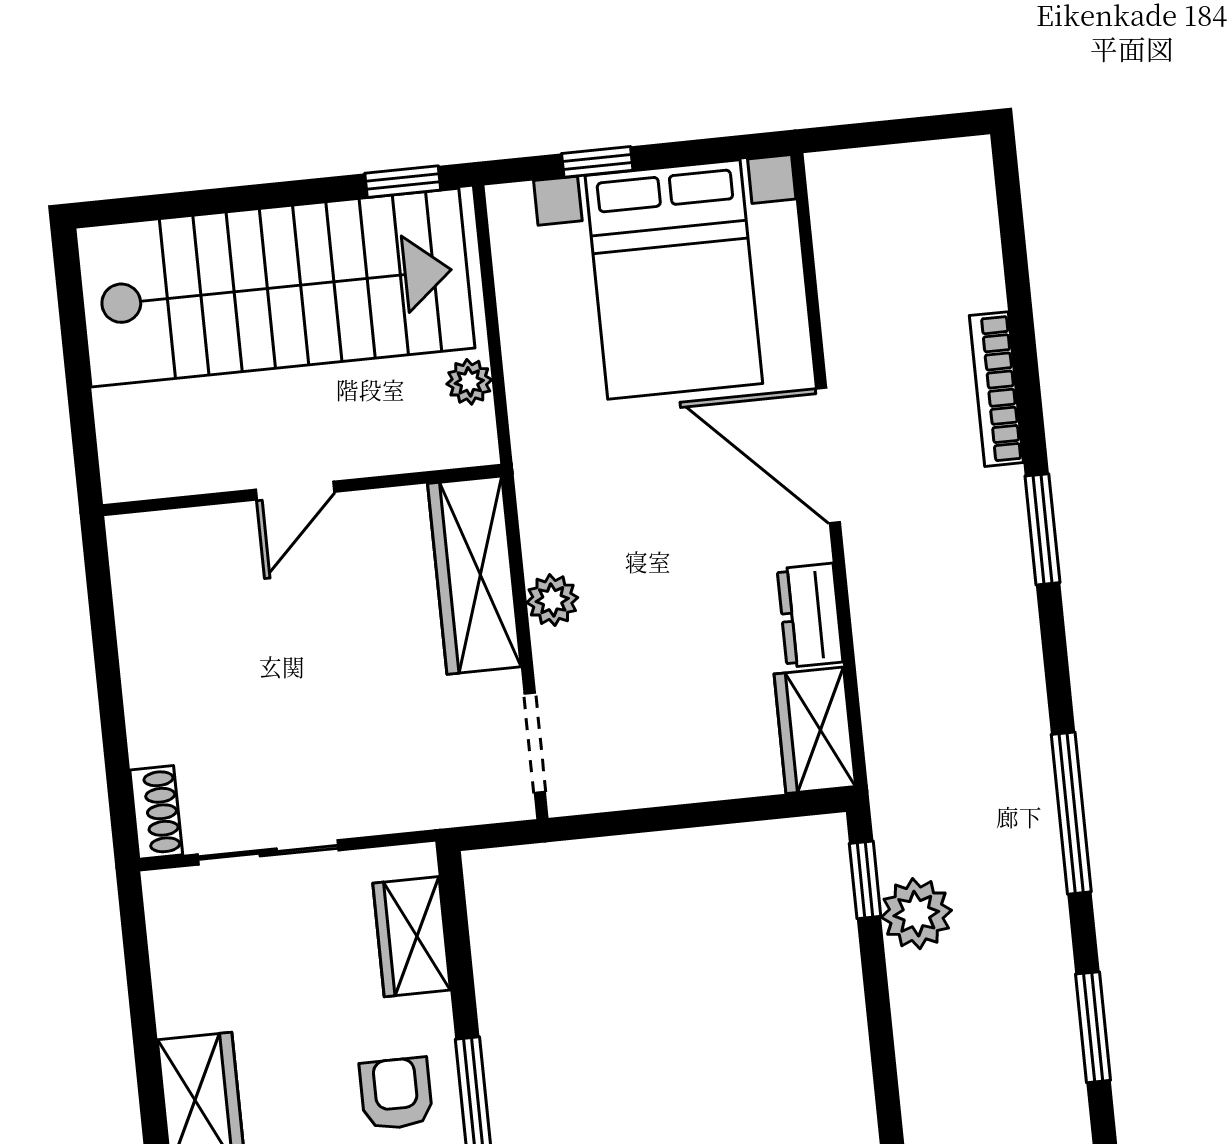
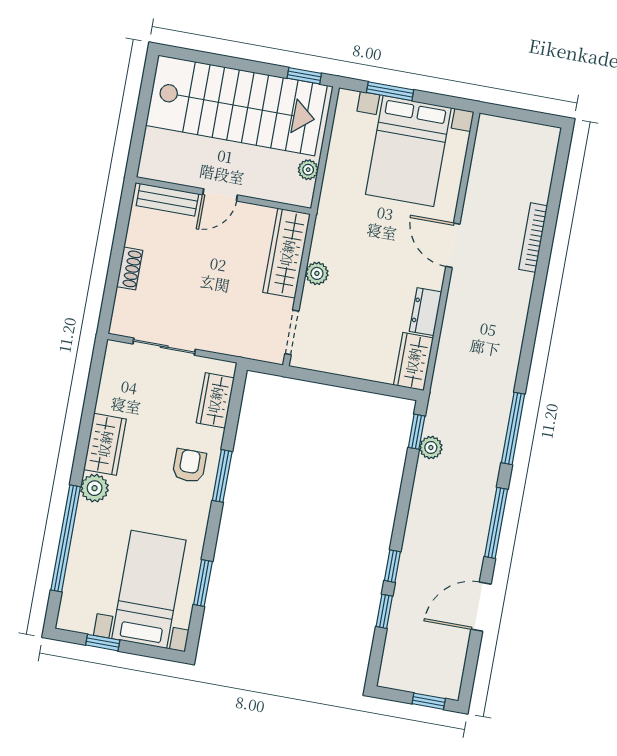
window: (597, 162) -> (390, 91), width x1.50
door: (828, 455) -> (453, 245), width x0.73
window: (1042, 529) -> (536, 303), removed
bench: (184, 534) -> (167, 200), added
shoe rack: (156, 812) -> (130, 268), moved
plant: (916, 914) -> (431, 447), width x0.73, depth x0.73
window: (1093, 1027) -> (496, 523), width x1.44

